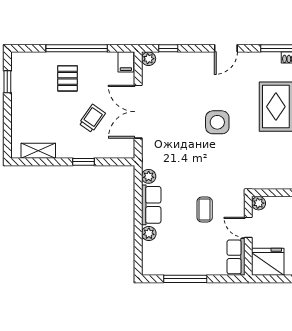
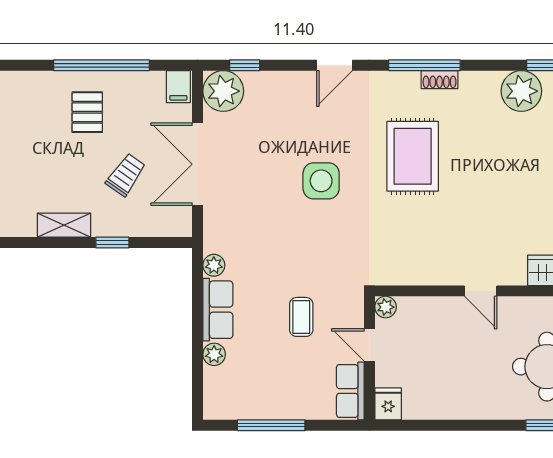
plant: (149, 59) -> (223, 91), width x1.88, depth x1.88
shelving: (38, 151) -> (64, 225), moved
fridge: (268, 262) -> (388, 404), width x0.53, depth x0.75

